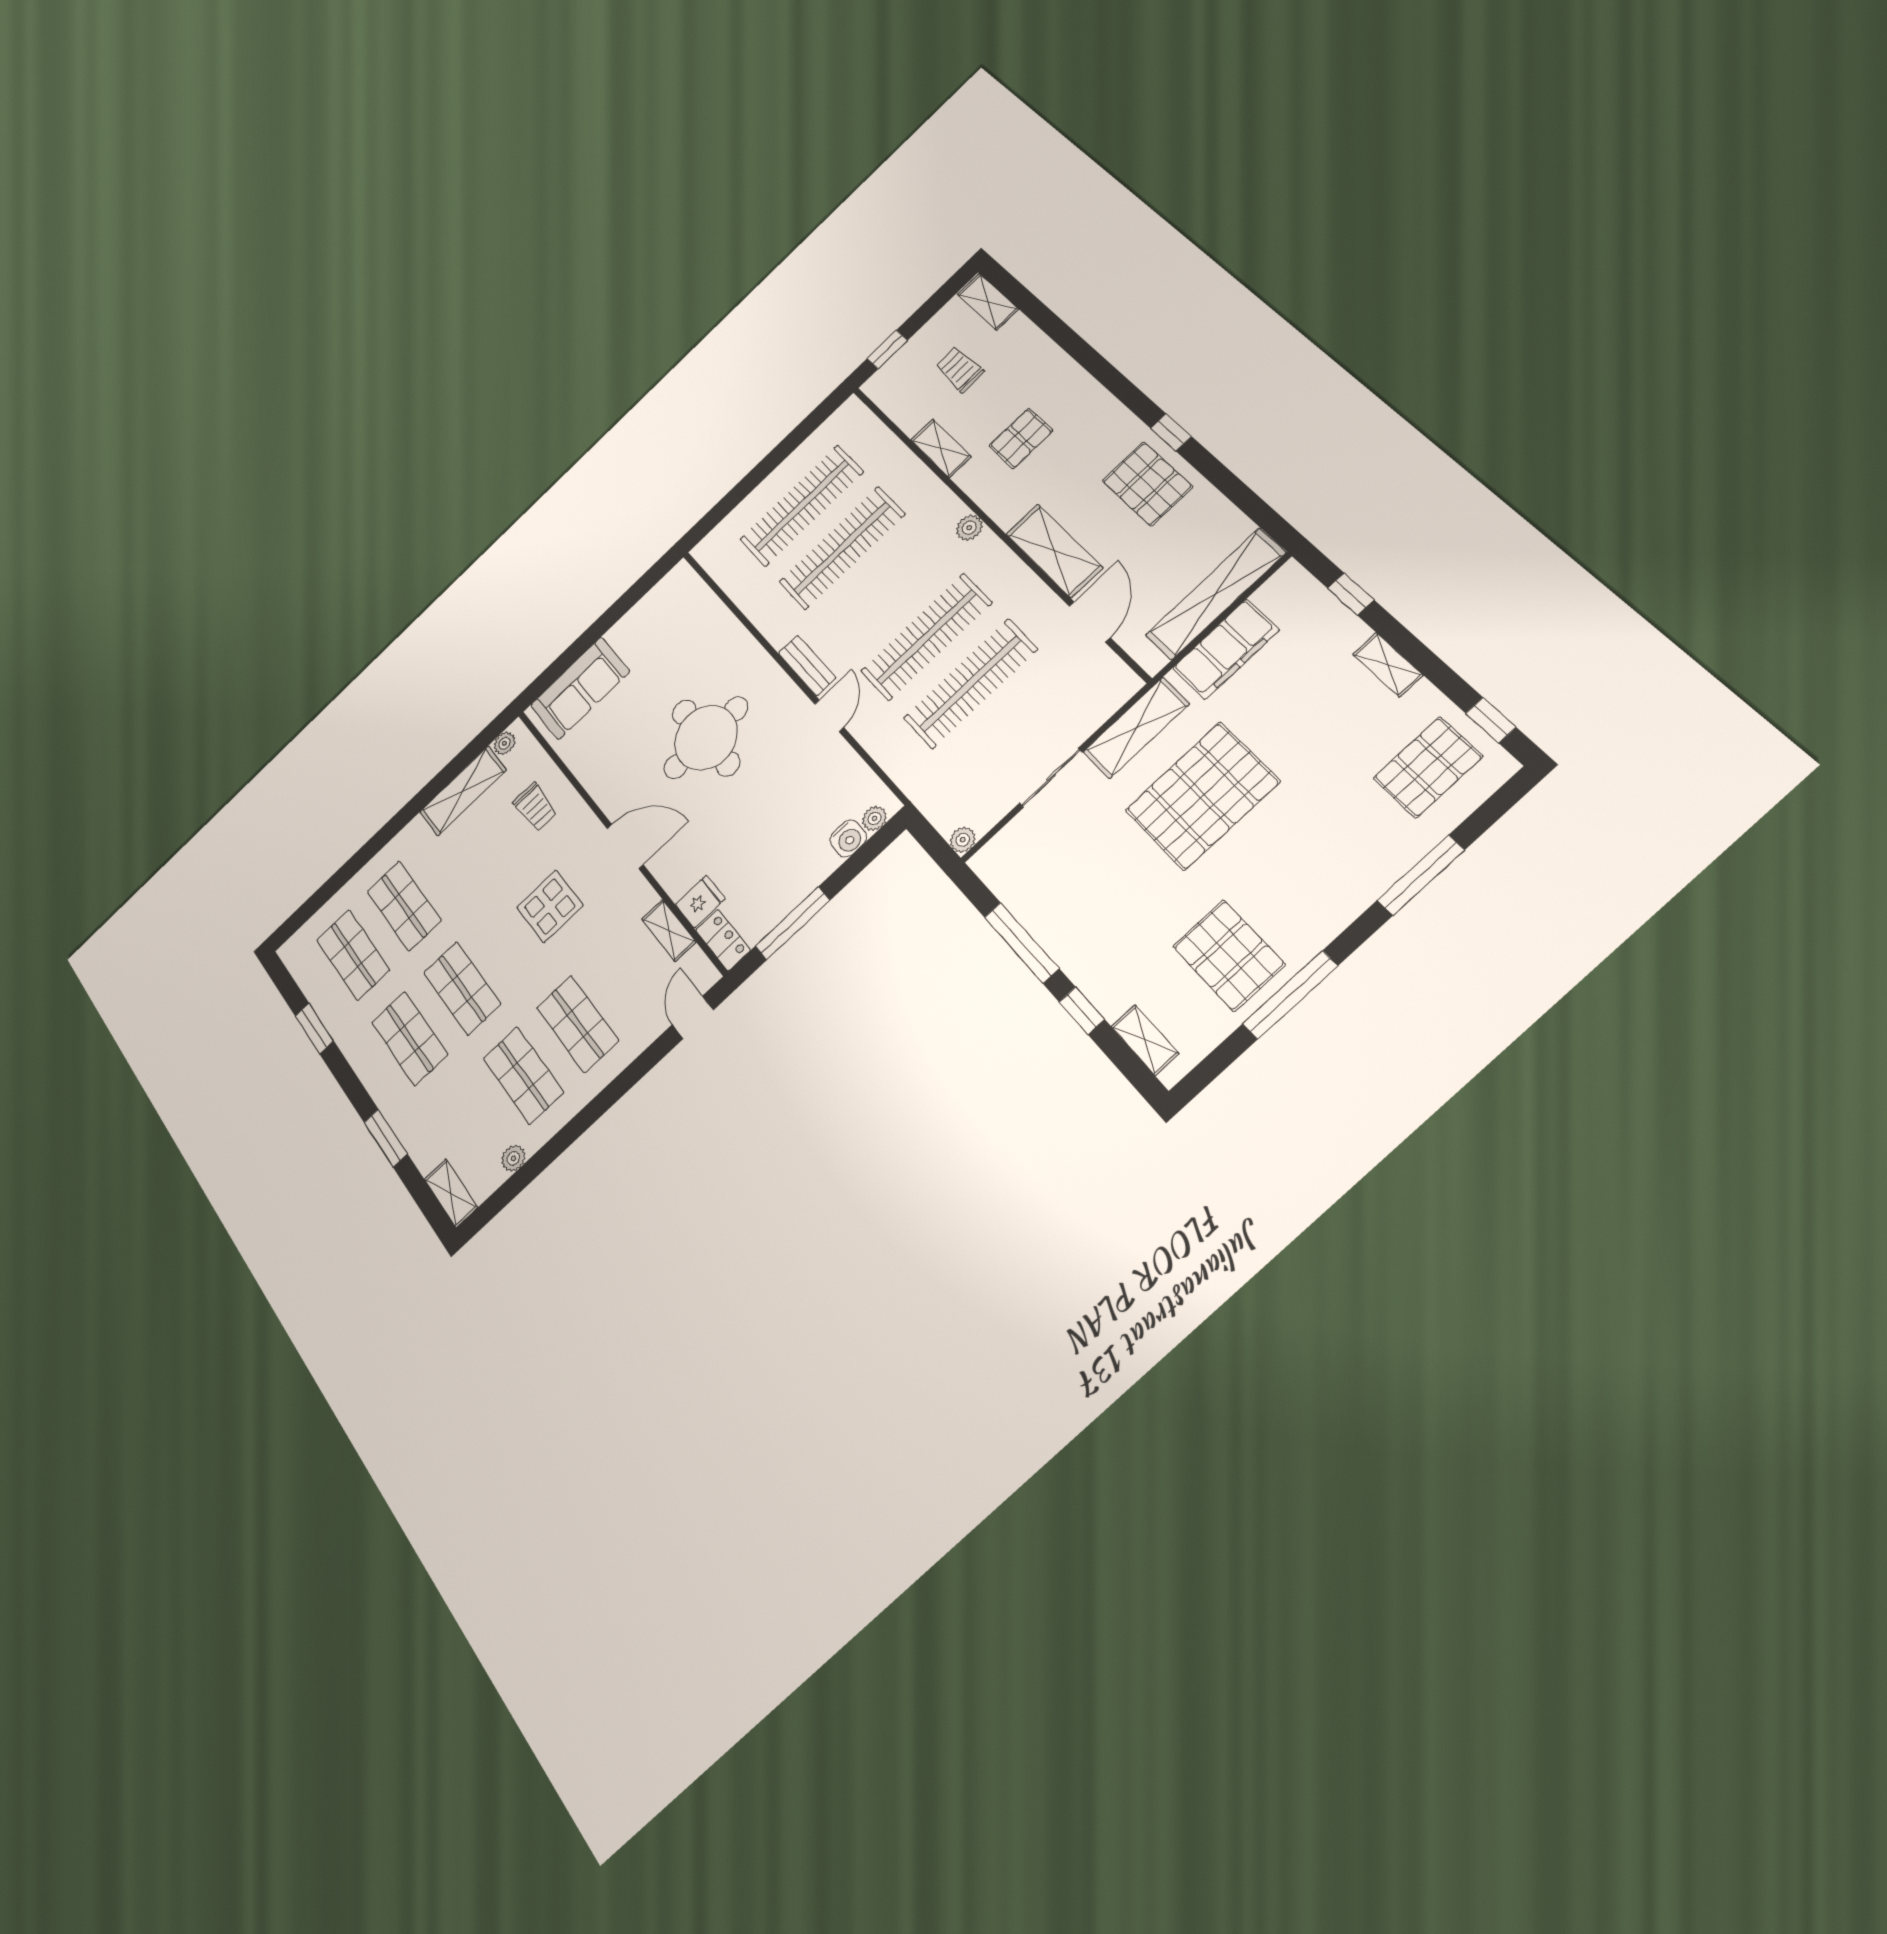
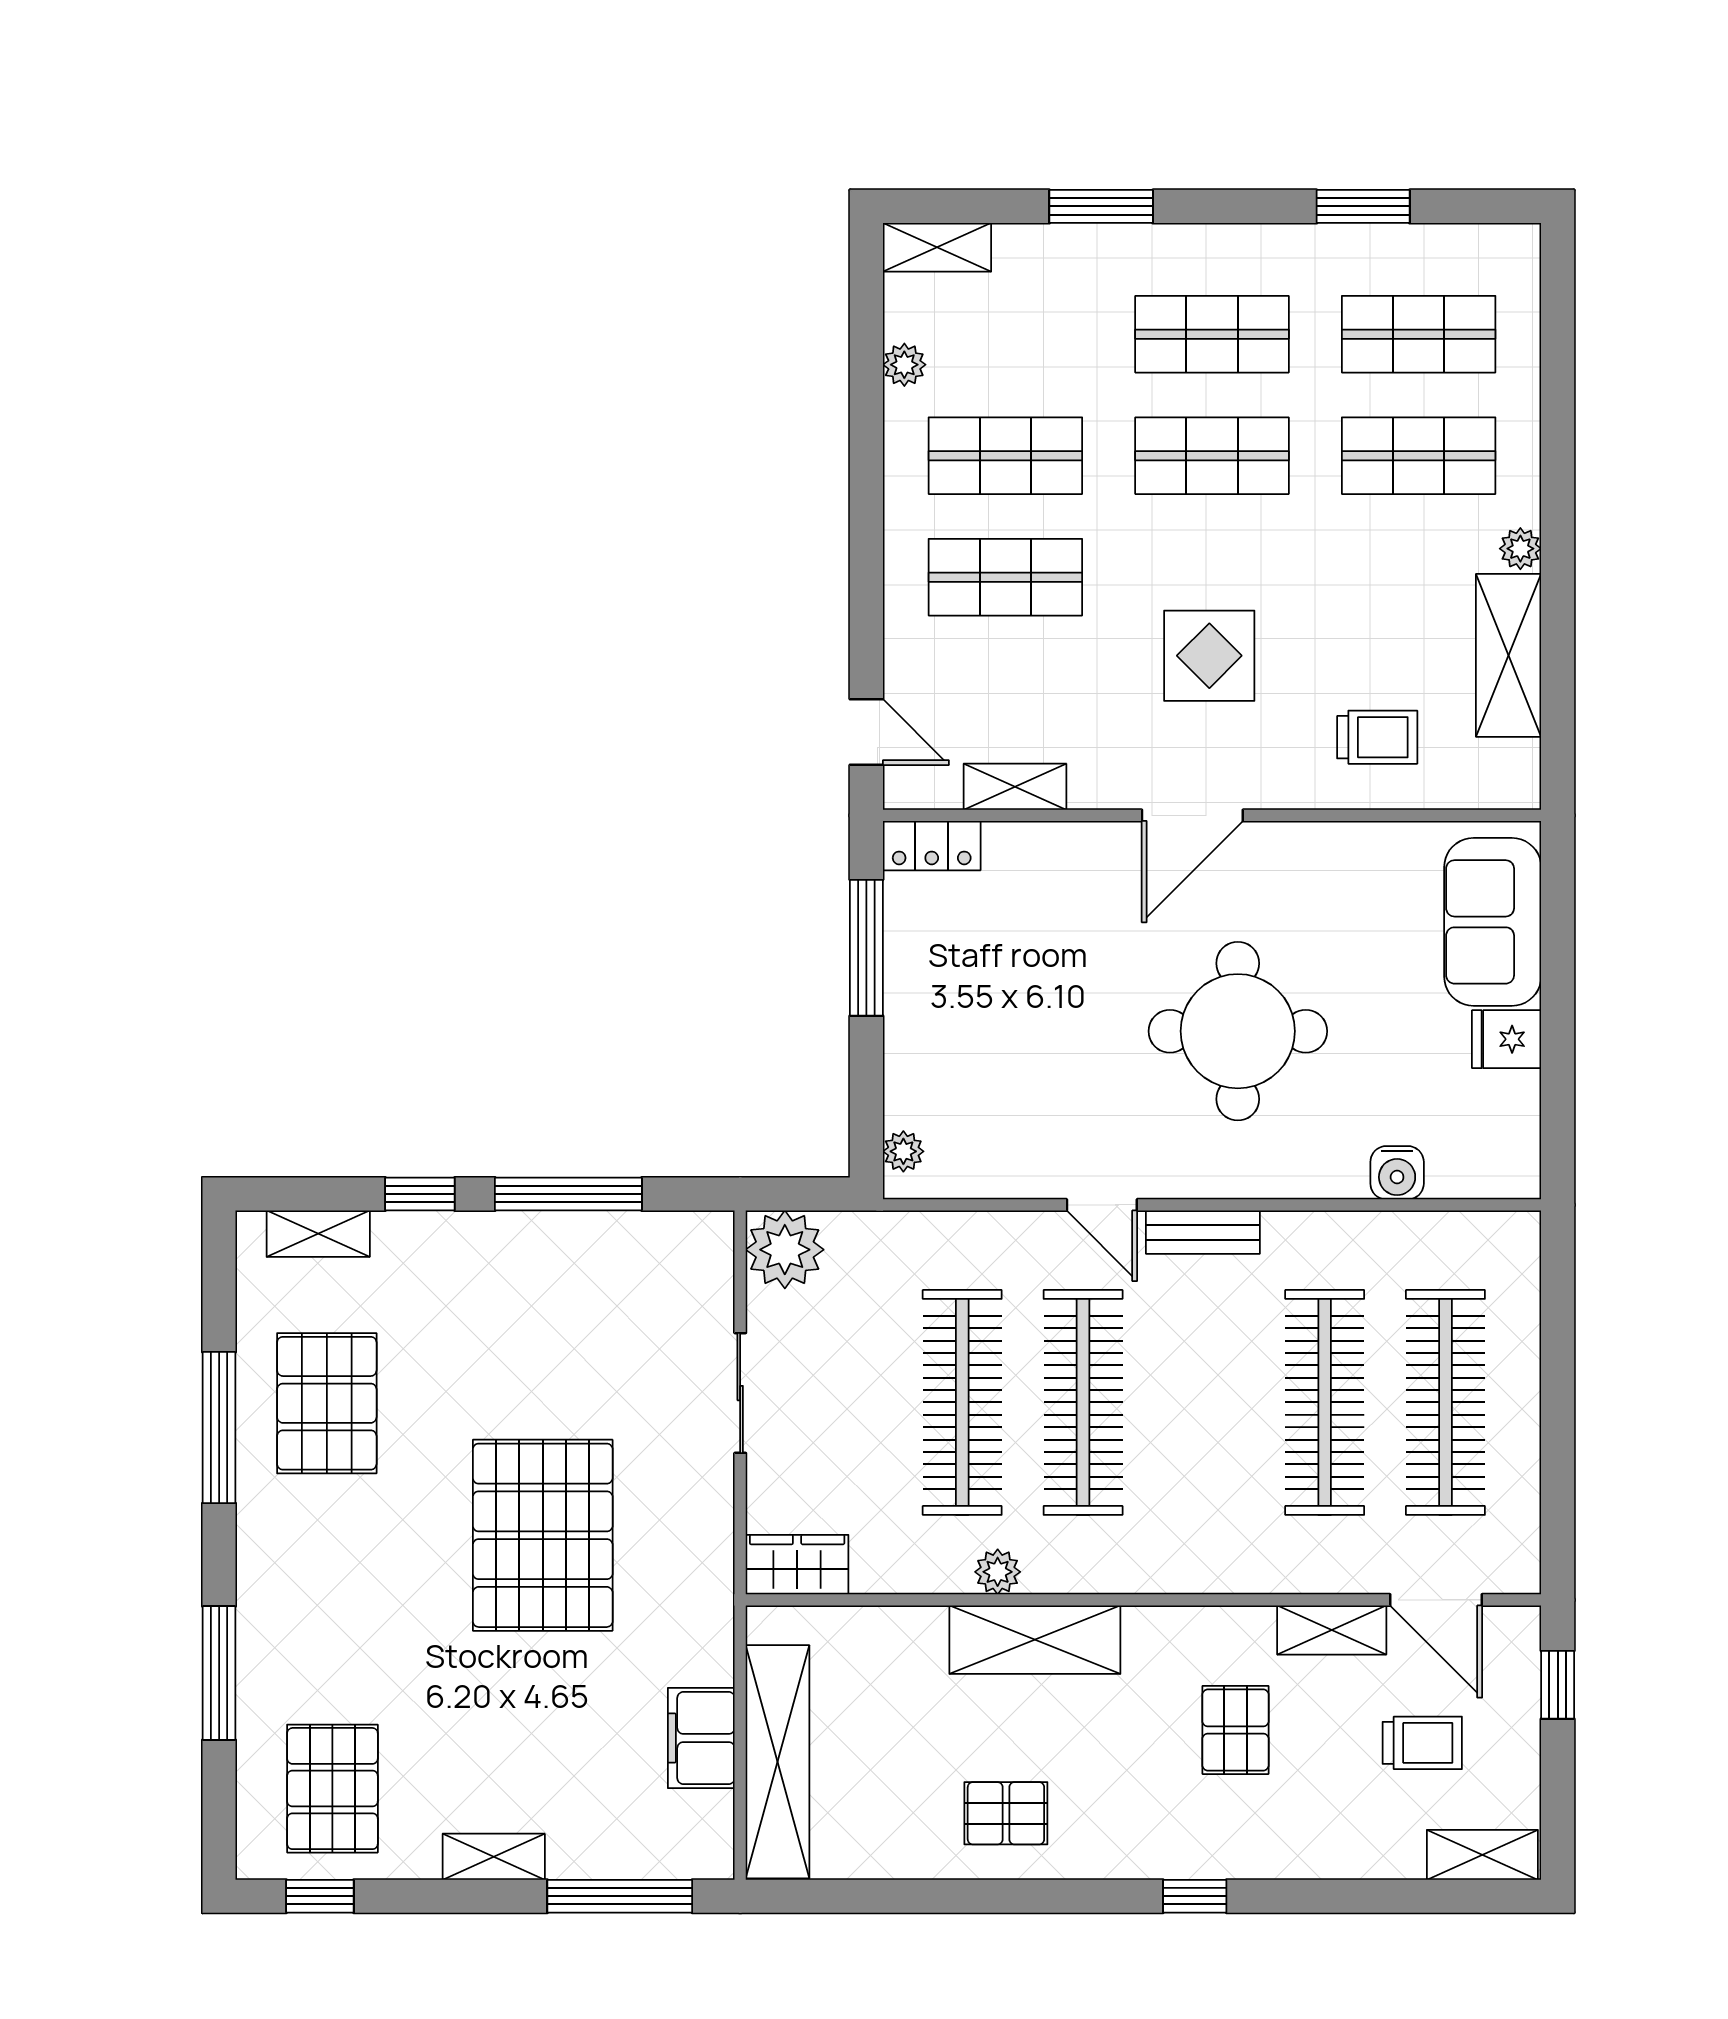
window: (1171, 432) -> (1195, 1896), moved
pallet: (1147, 484) -> (1006, 1813), width x0.67, depth x0.71
plant: (969, 528) -> (998, 1572), moved
window: (1351, 594) -> (620, 1896), width x2.17
door: (1090, 622) -> (1436, 1600), moved
filing cabinet: (1226, 649) -> (701, 1738), width x0.67, depth x0.86
wardrobe: (1111, 676) -> (797, 1565), added
shelving: (1136, 728) -> (702, 1537), removed
plant: (504, 743) -> (1520, 549), moved
trolley: (535, 807) -> (1377, 737), turned 180
water cooler: (848, 838) -> (1397, 1173), moved, turned -90
plant: (963, 840) -> (785, 1250), width x1.88, depth x1.88
fridge: (700, 901) -> (1507, 1039), moved, turned 90
pallet: (1229, 955) -> (327, 1403), turned 90

